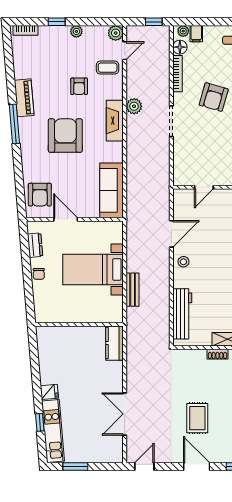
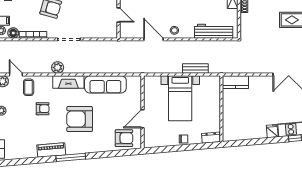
sofa: (112, 190) -> (105, 84), moved
dresser: (35, 245) -> (211, 138), moved

